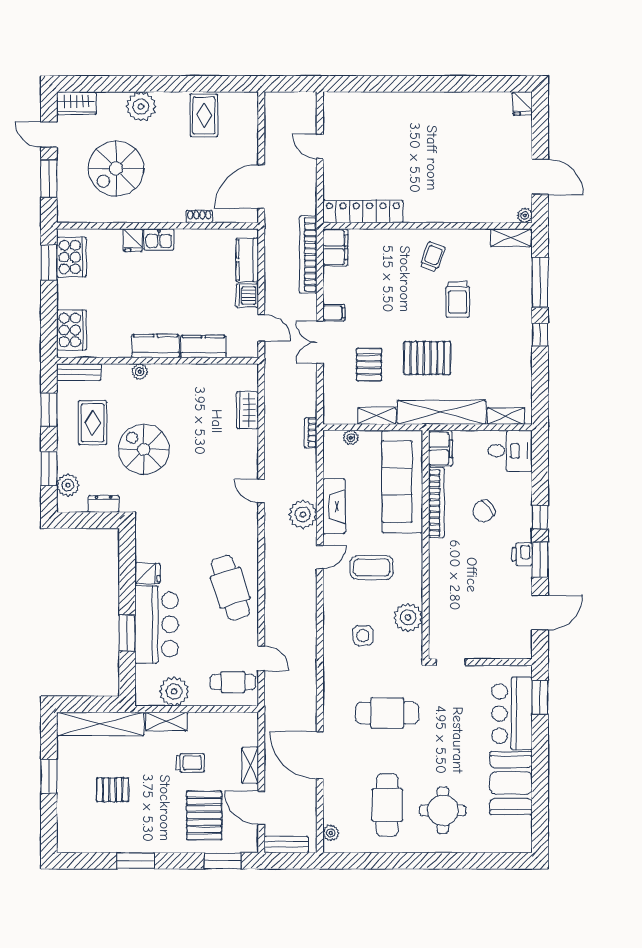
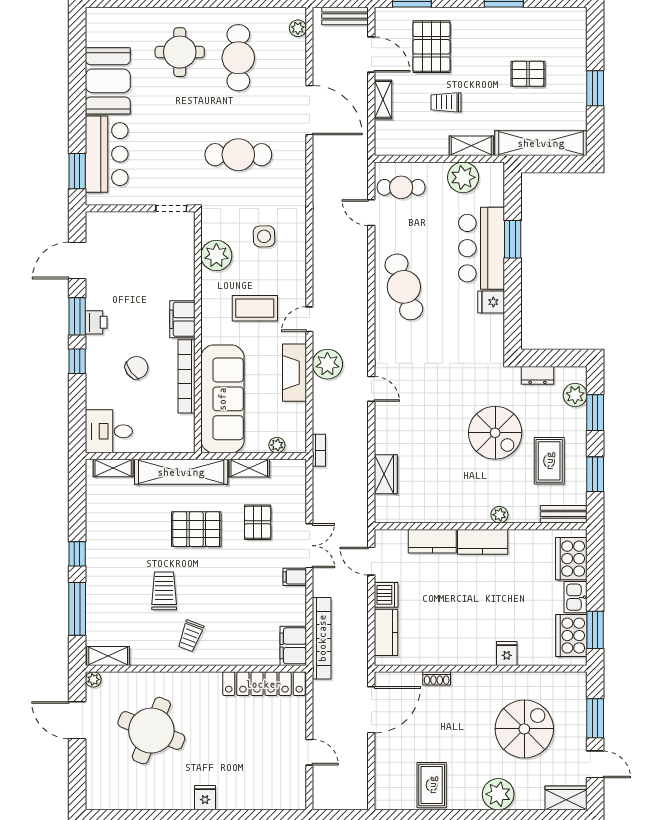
fridge: (522, 103) -> (205, 798), moved
round table: (470, 167) -> (151, 731), added
kitchen sink: (159, 239) -> (576, 597), moved, turned -90
filing cabinet: (440, 449) -> (182, 319), moved

